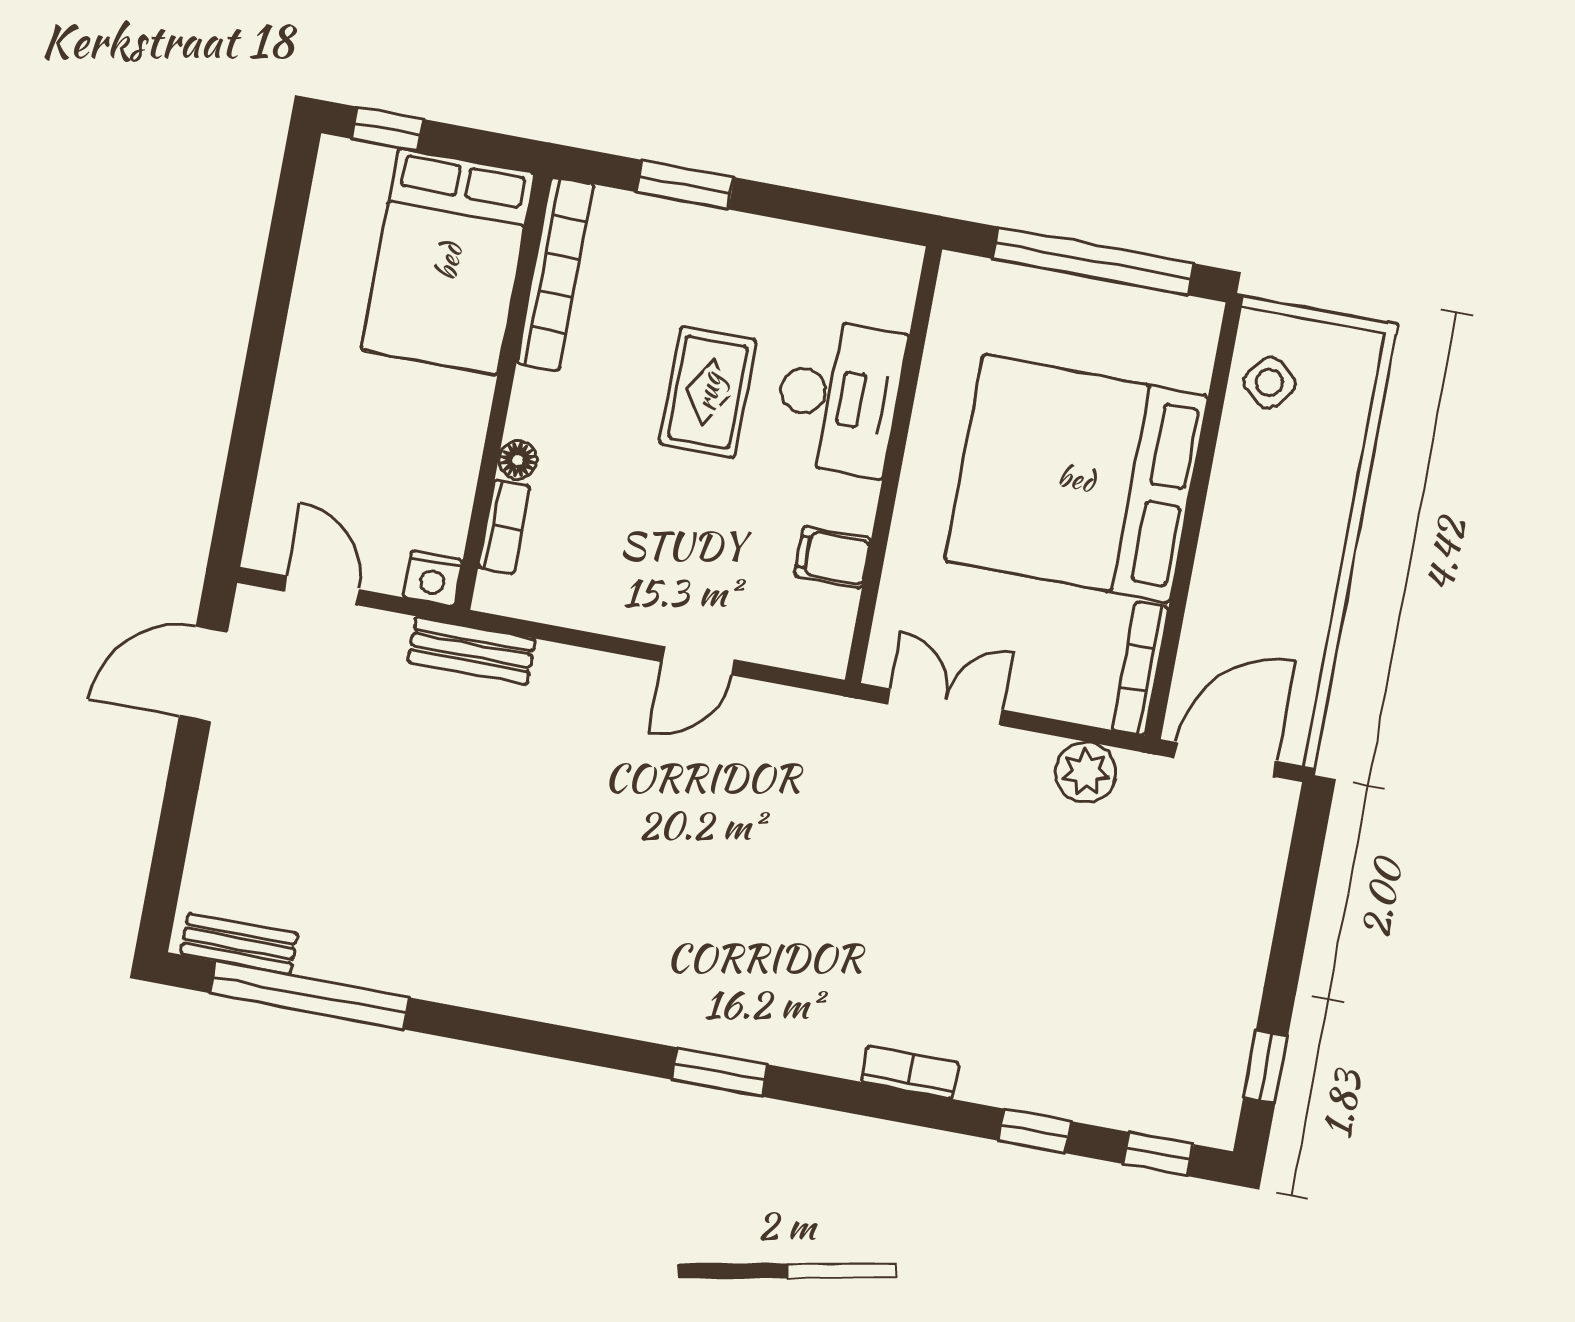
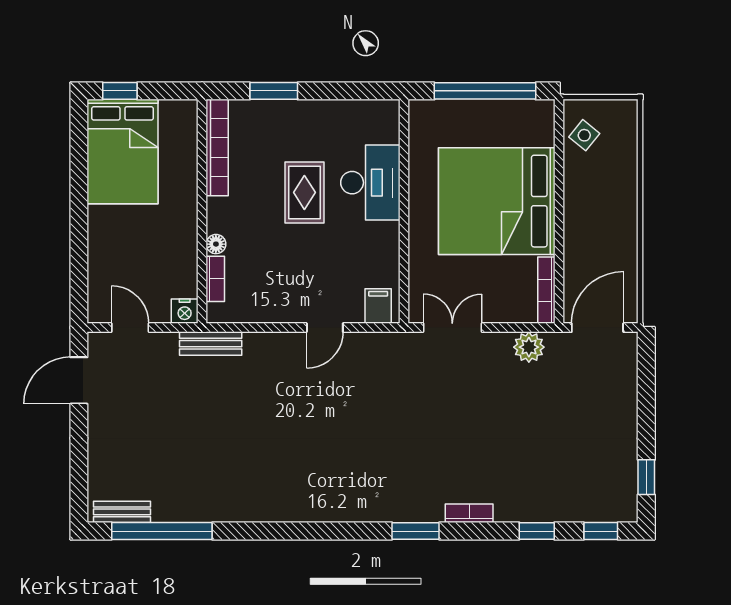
bed: (448, 262) -> (122, 152), moved
filing cabinet: (833, 557) -> (378, 306), moved, turned 90
window: (720, 1072) -> (416, 531), moved

